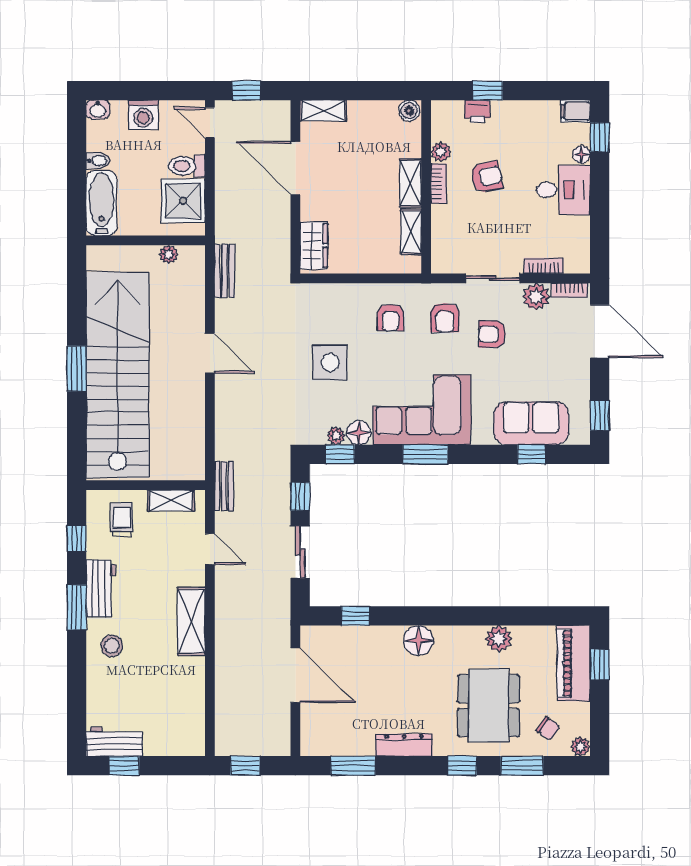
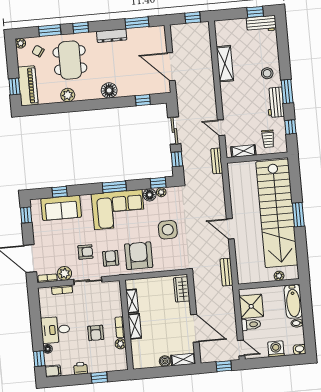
boiler: (409, 111) -> (165, 361), moved
printer: (477, 111) -> (81, 368), moved
armchair: (487, 177) -> (96, 333), turned -78
plant: (169, 254) -> (279, 276), moved
armchair: (391, 318) -> (139, 256), width x1.88, depth x1.88
shelving: (191, 621) -> (225, 64), moved

